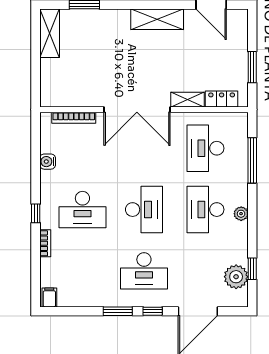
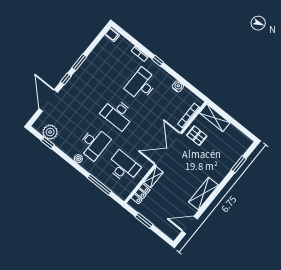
shelving: (50, 33) -> (215, 118), moved
pallet: (91, 87) -> (197, 136), added
desk: (205, 210) -> (94, 143), turned 90
desk: (144, 271) -> (88, 90), removed

